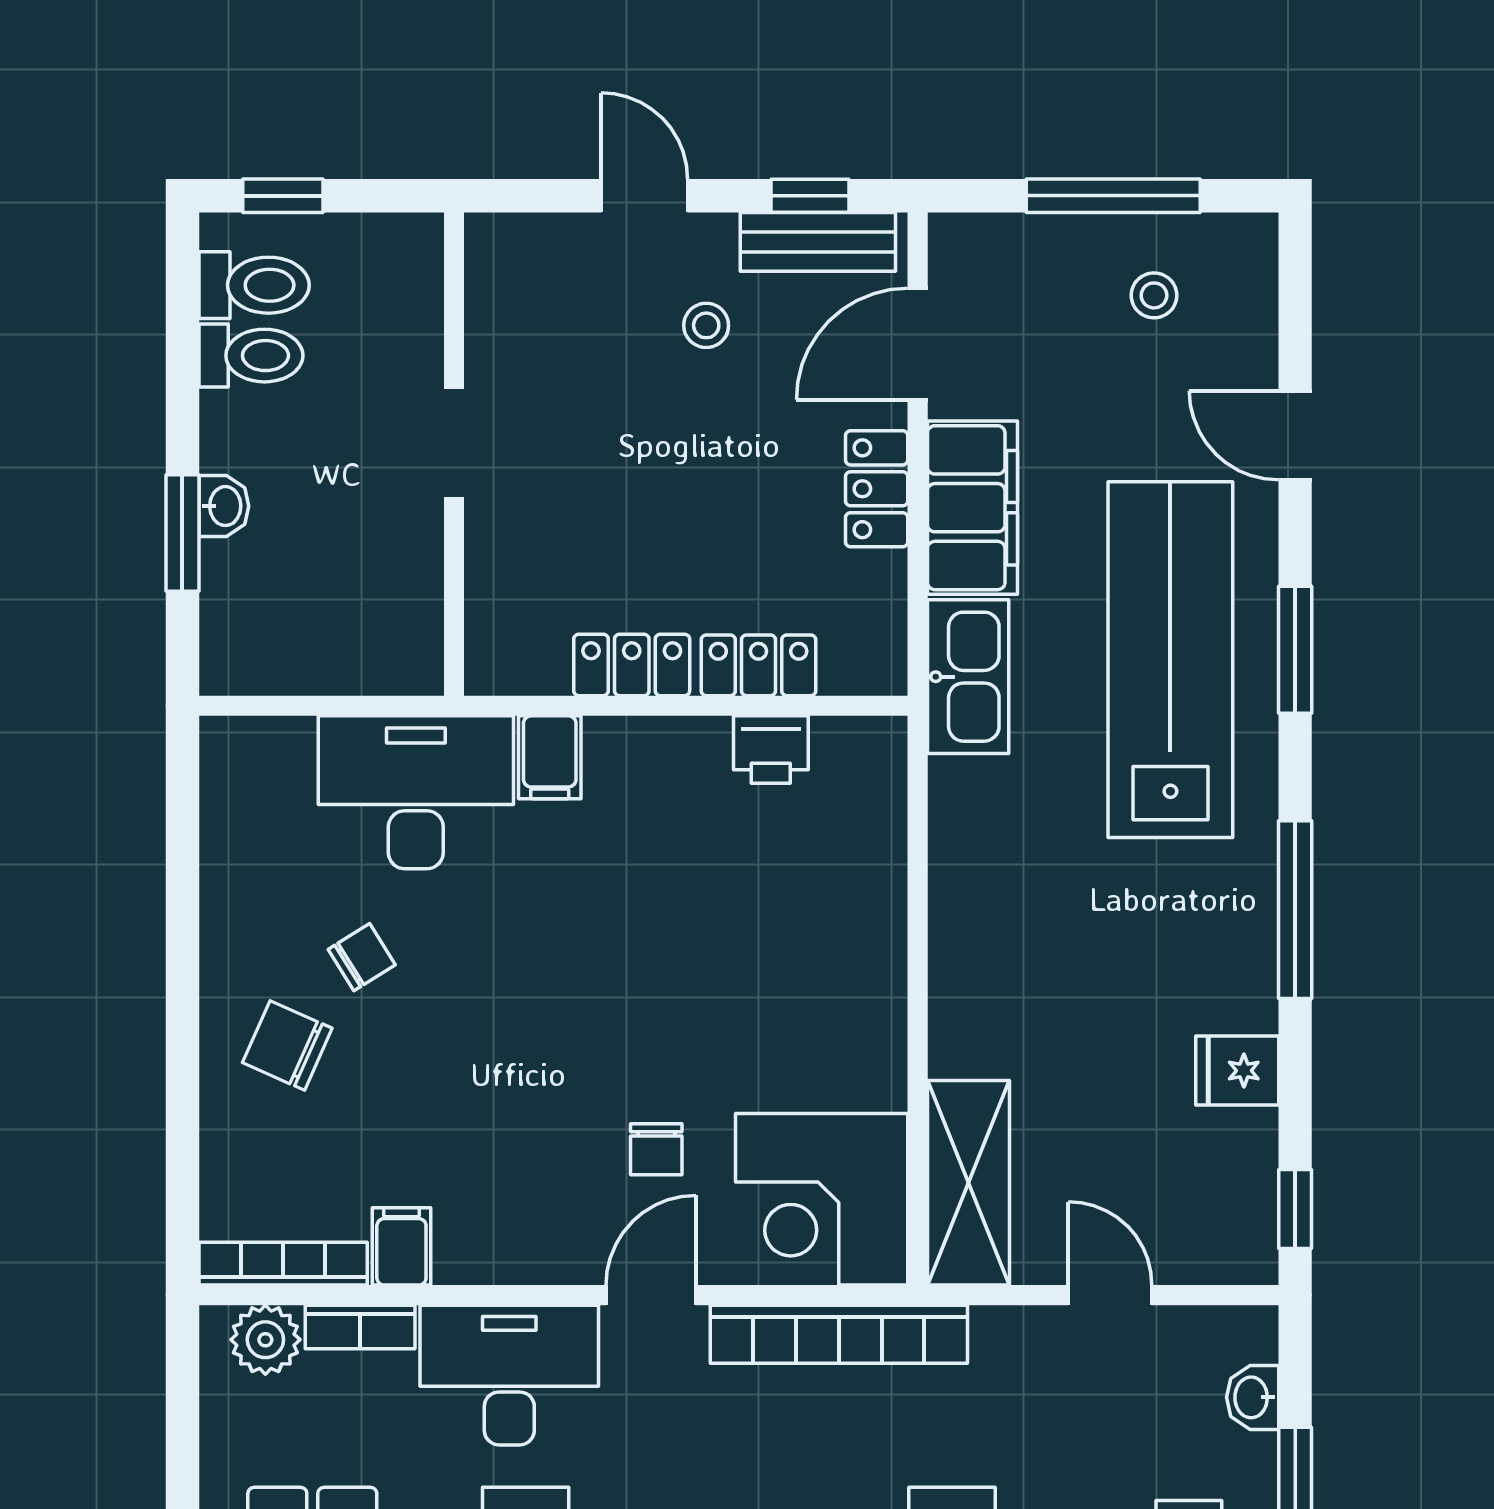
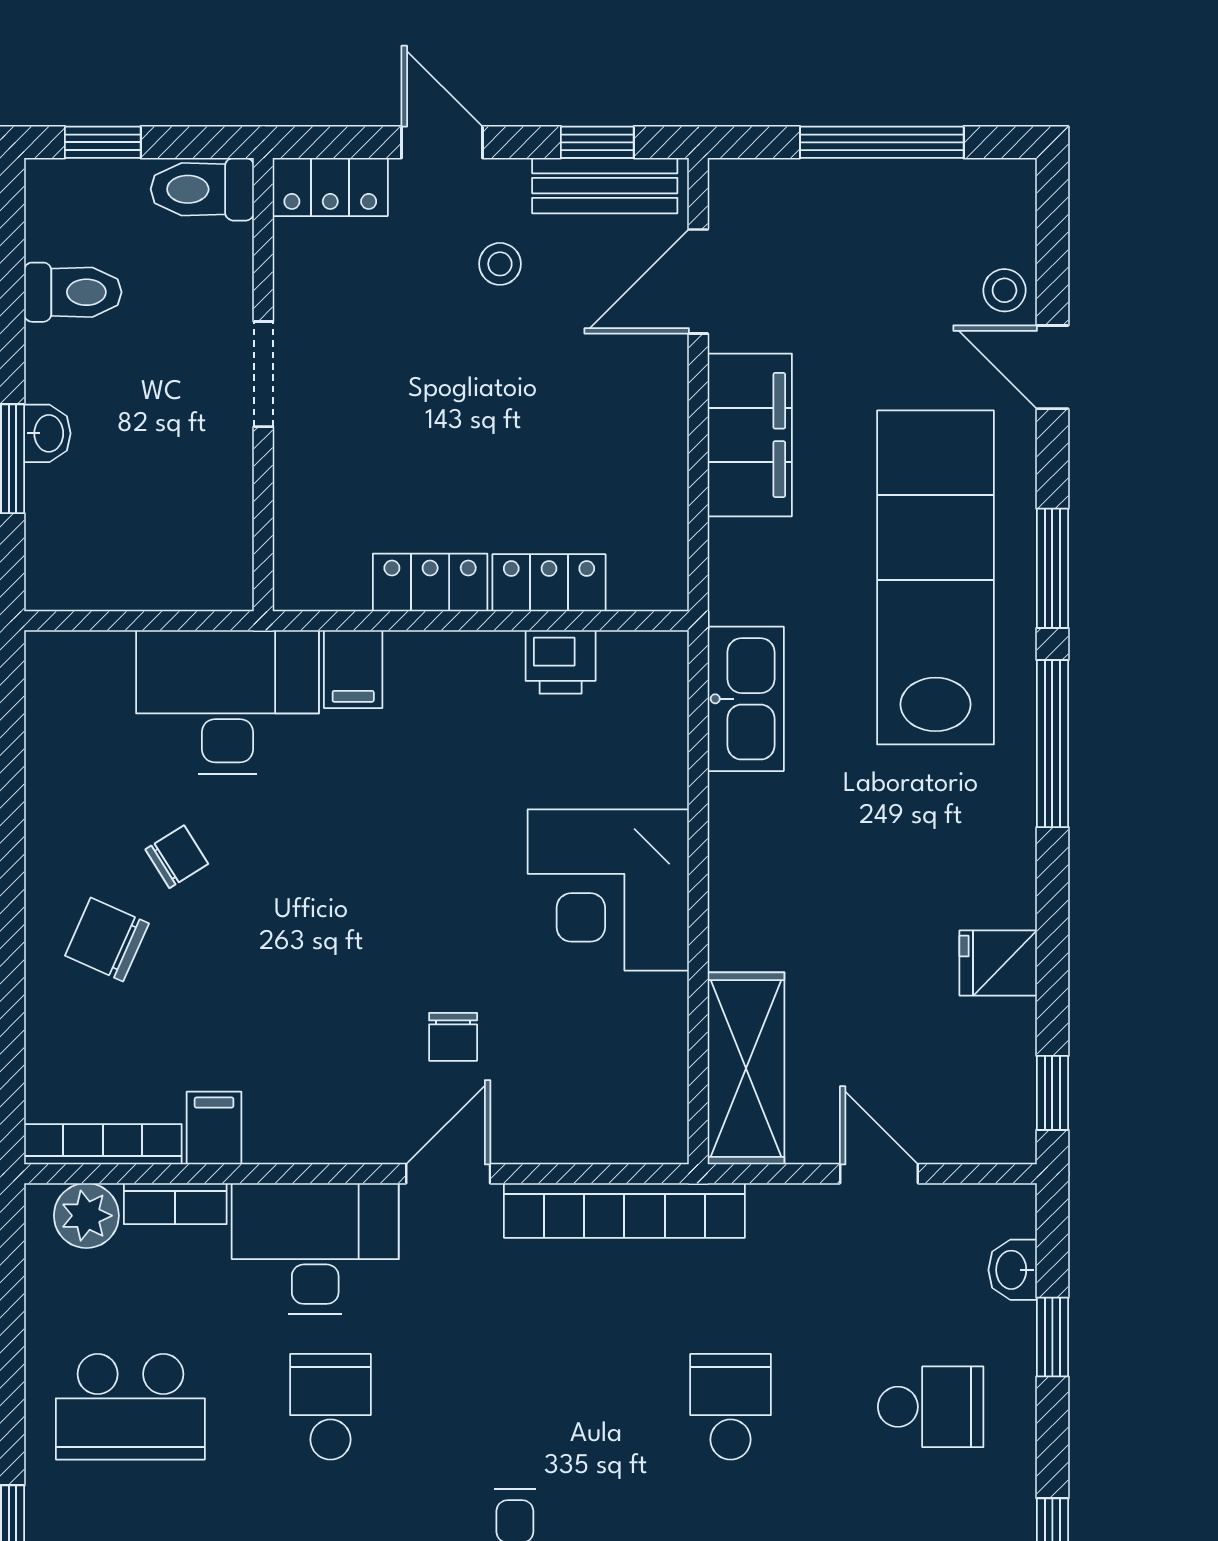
toilet: (254, 285) -> (202, 189), moved, turned 180
stool: (1154, 295) -> (1004, 290), moved
locker: (877, 489) -> (330, 187), moved, turned -90
kitchen sink: (968, 677) -> (746, 699), moved
window: (1295, 910) -> (1052, 744), moved
corner desk: (822, 1199) -> (608, 890), moved

